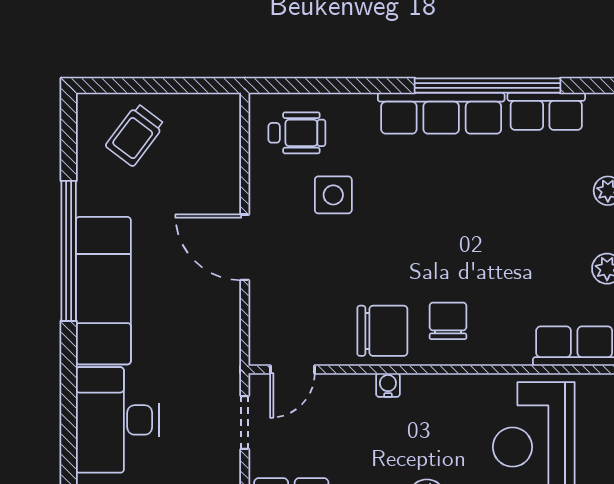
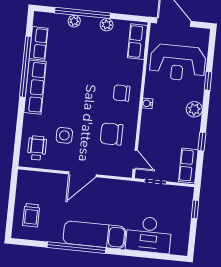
trolley: (135, 135) -> (31, 215), turned 53
chair: (382, 331) -> (111, 134), moved, turned -90
water cooler: (388, 385) -> (147, 103), moved

